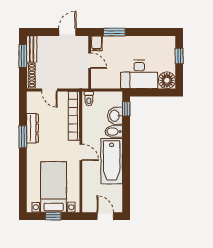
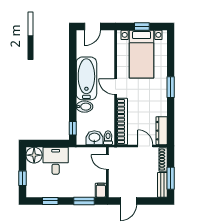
window: (150, 32) -> (50, 201), added
door: (90, 61) -> (107, 162), moved
desk: (139, 74) -> (56, 161), width x0.73
washbasin: (115, 116) -> (94, 138), moved, turned -90
dresser: (32, 128) -> (162, 131), moved
window: (23, 137) -> (171, 87), moved
door: (105, 216) -> (92, 26), hinge flipped

